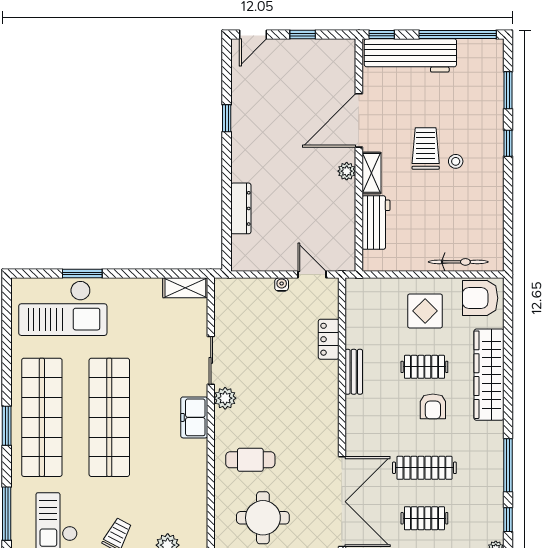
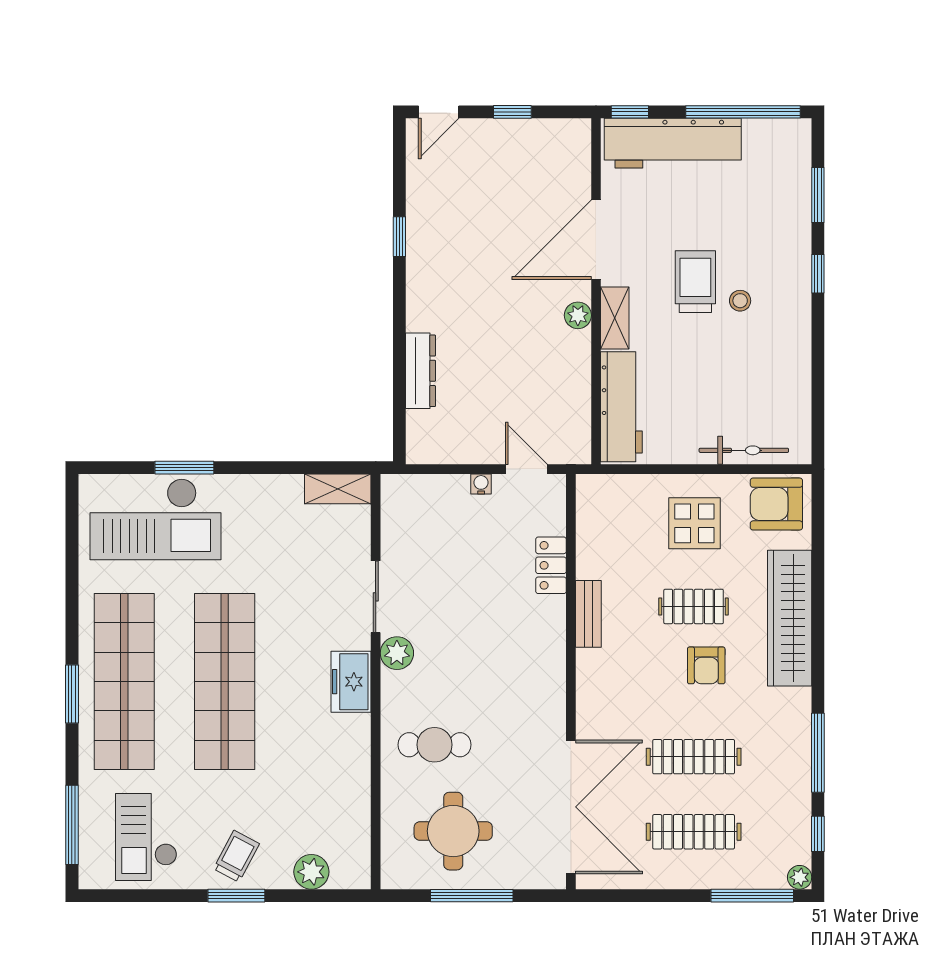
workbench: (376, 223) -> (621, 407), width x1.38
clothes rail: (424, 518) -> (694, 832), width x1.36

